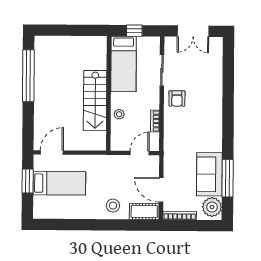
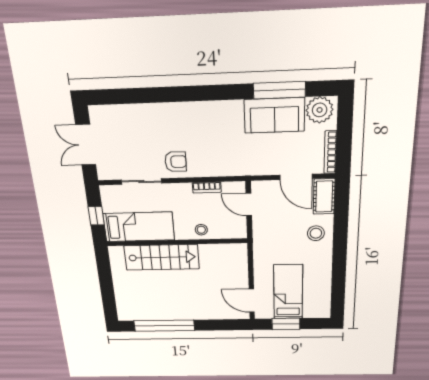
double door: (193, 31) -> (86, 145), swing flipped
stairs: (95, 101) -> (162, 257), moved
door: (161, 190) -> (296, 177), hinge flipped

